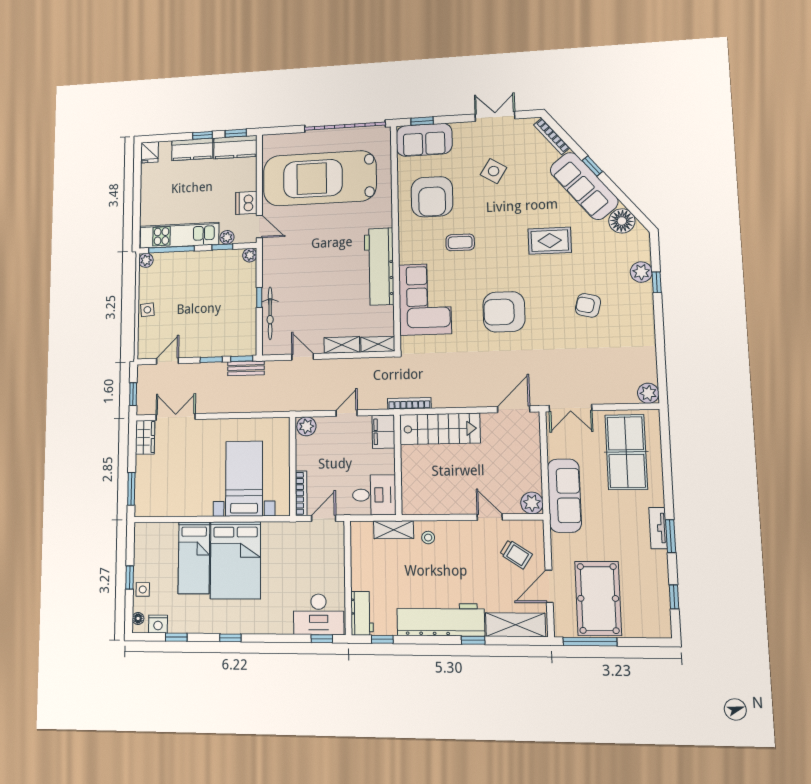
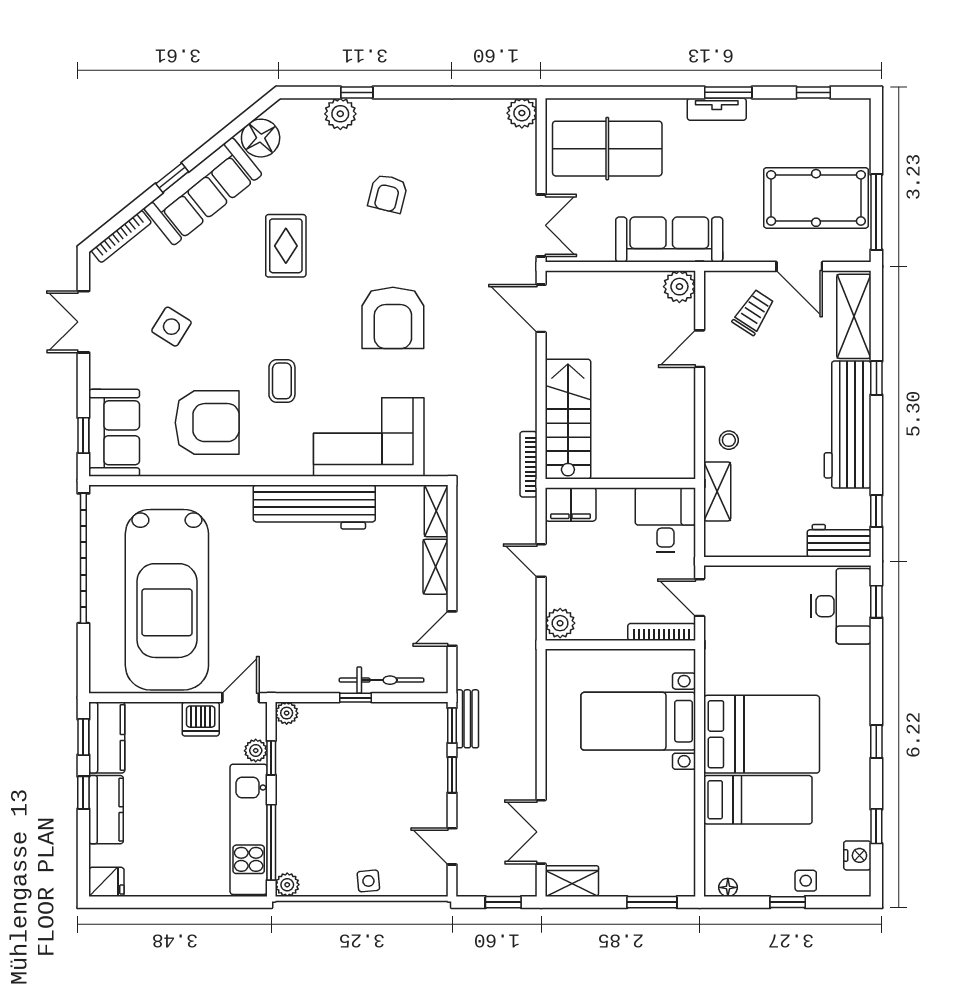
floor lamp: (138, 618) -> (728, 887), moved

